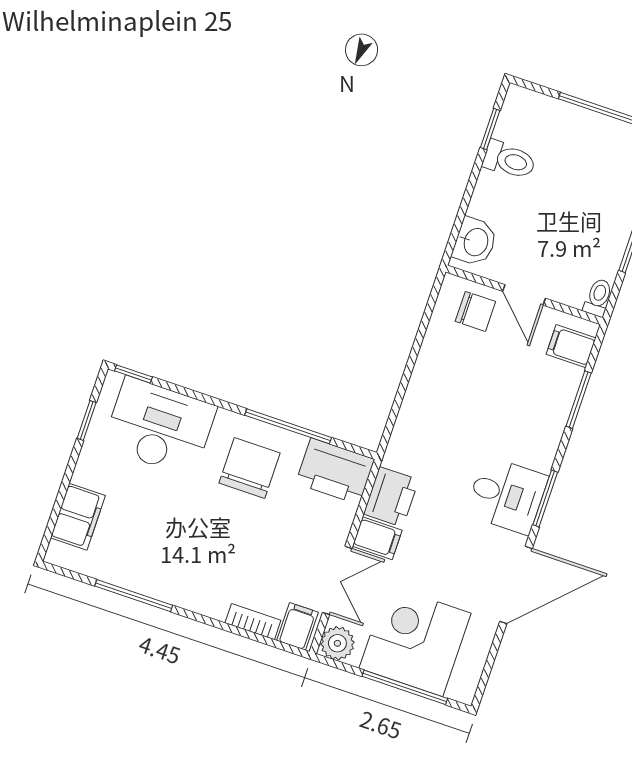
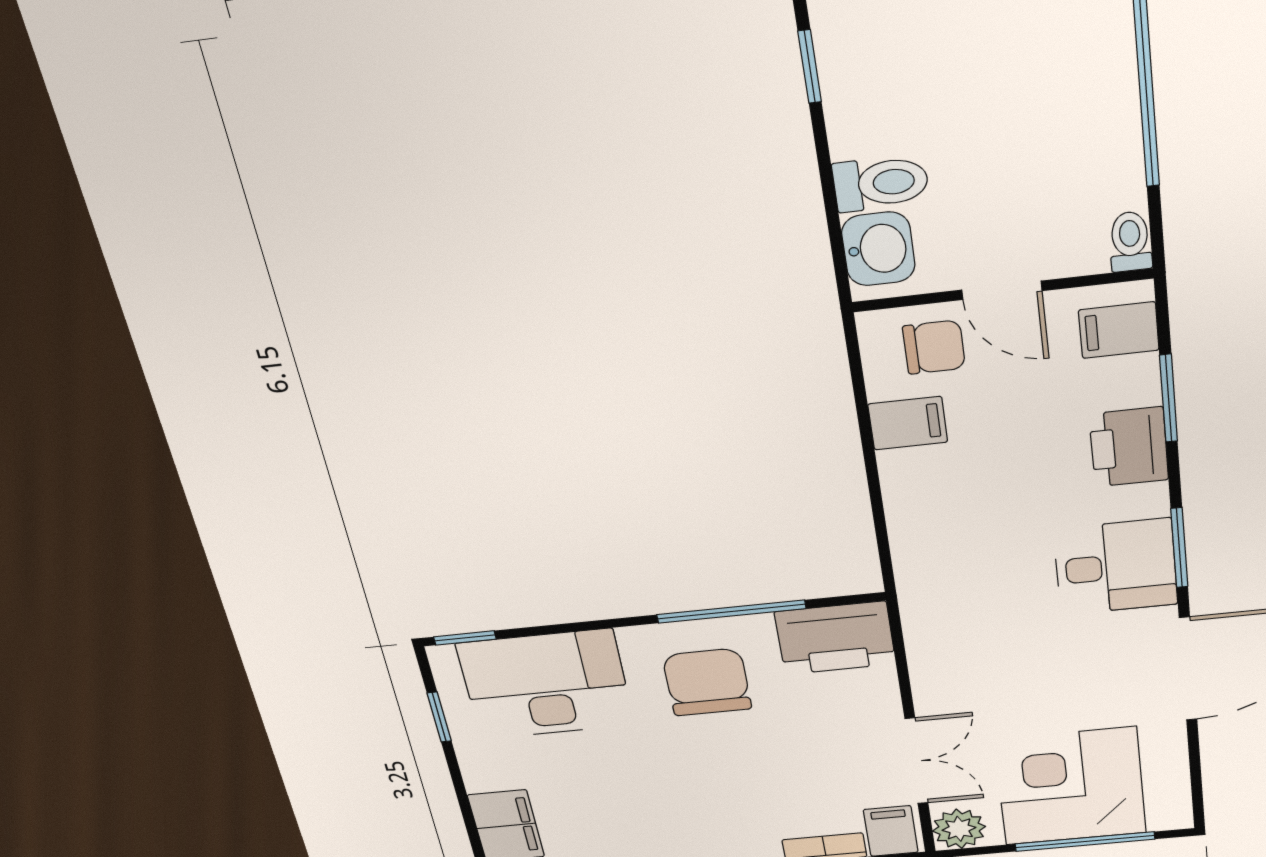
toilet: (509, 160) -> (881, 183), moved
printer: (391, 497) -> (1129, 447), moved, turned 180
filing cabinet: (377, 538) -> (908, 423), moved

